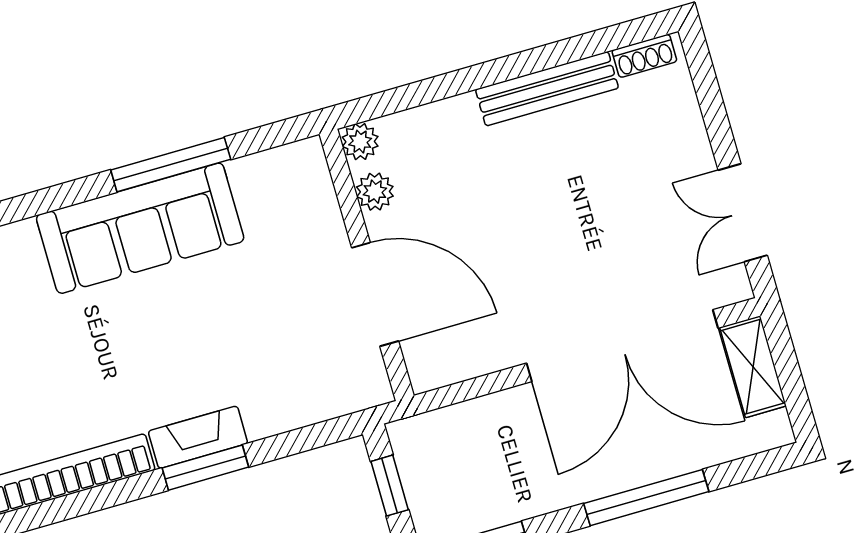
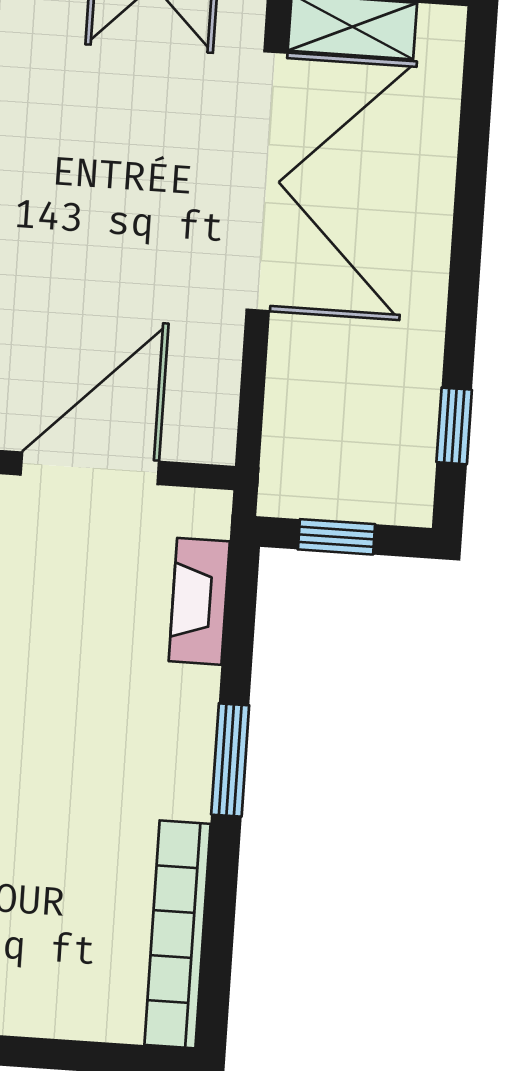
fireplace: (198, 437) -> (199, 601), moved
window: (646, 498) -> (468, 220), removed

